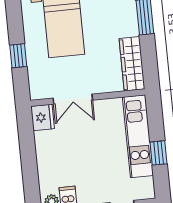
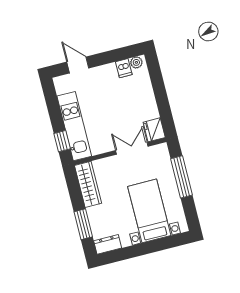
window: (18, 56) -> (182, 177), width x2.17
window: (158, 153) -> (62, 141), moved

